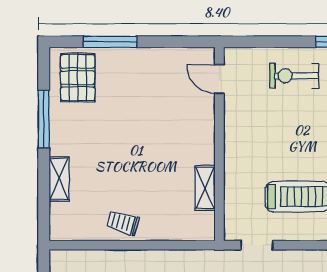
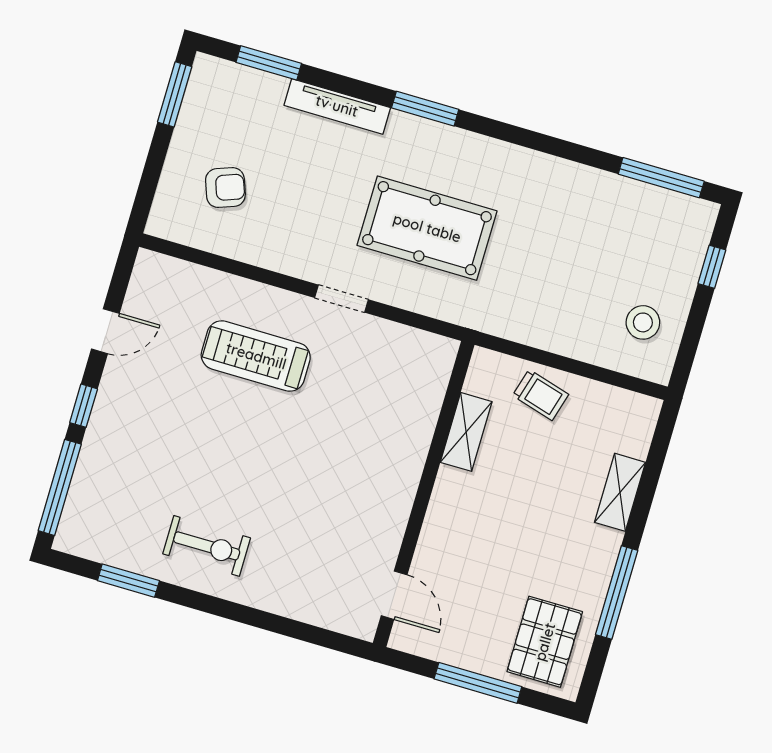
door: (219, 79) -> (394, 595), moved
wall: (219, 144) -> (424, 494), moved
shelving: (205, 188) -> (466, 432), moved

